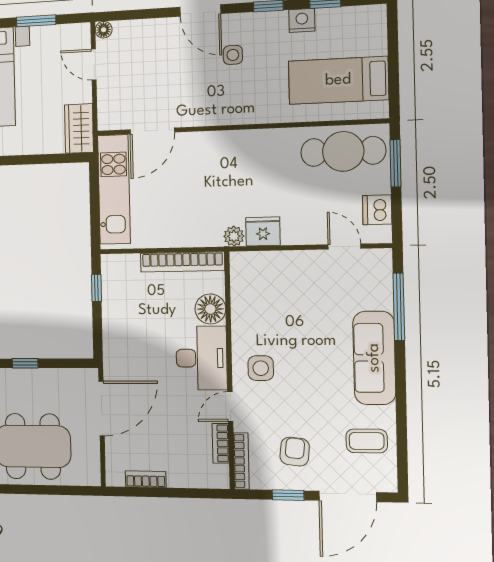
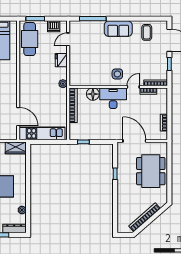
fridge: (263, 231) -> (61, 60), moved
sofa: (374, 358) -> (118, 29), width x0.73
door: (230, 407) -> (133, 87), swing flipped
armchair: (295, 452) -> (151, 61), removed

